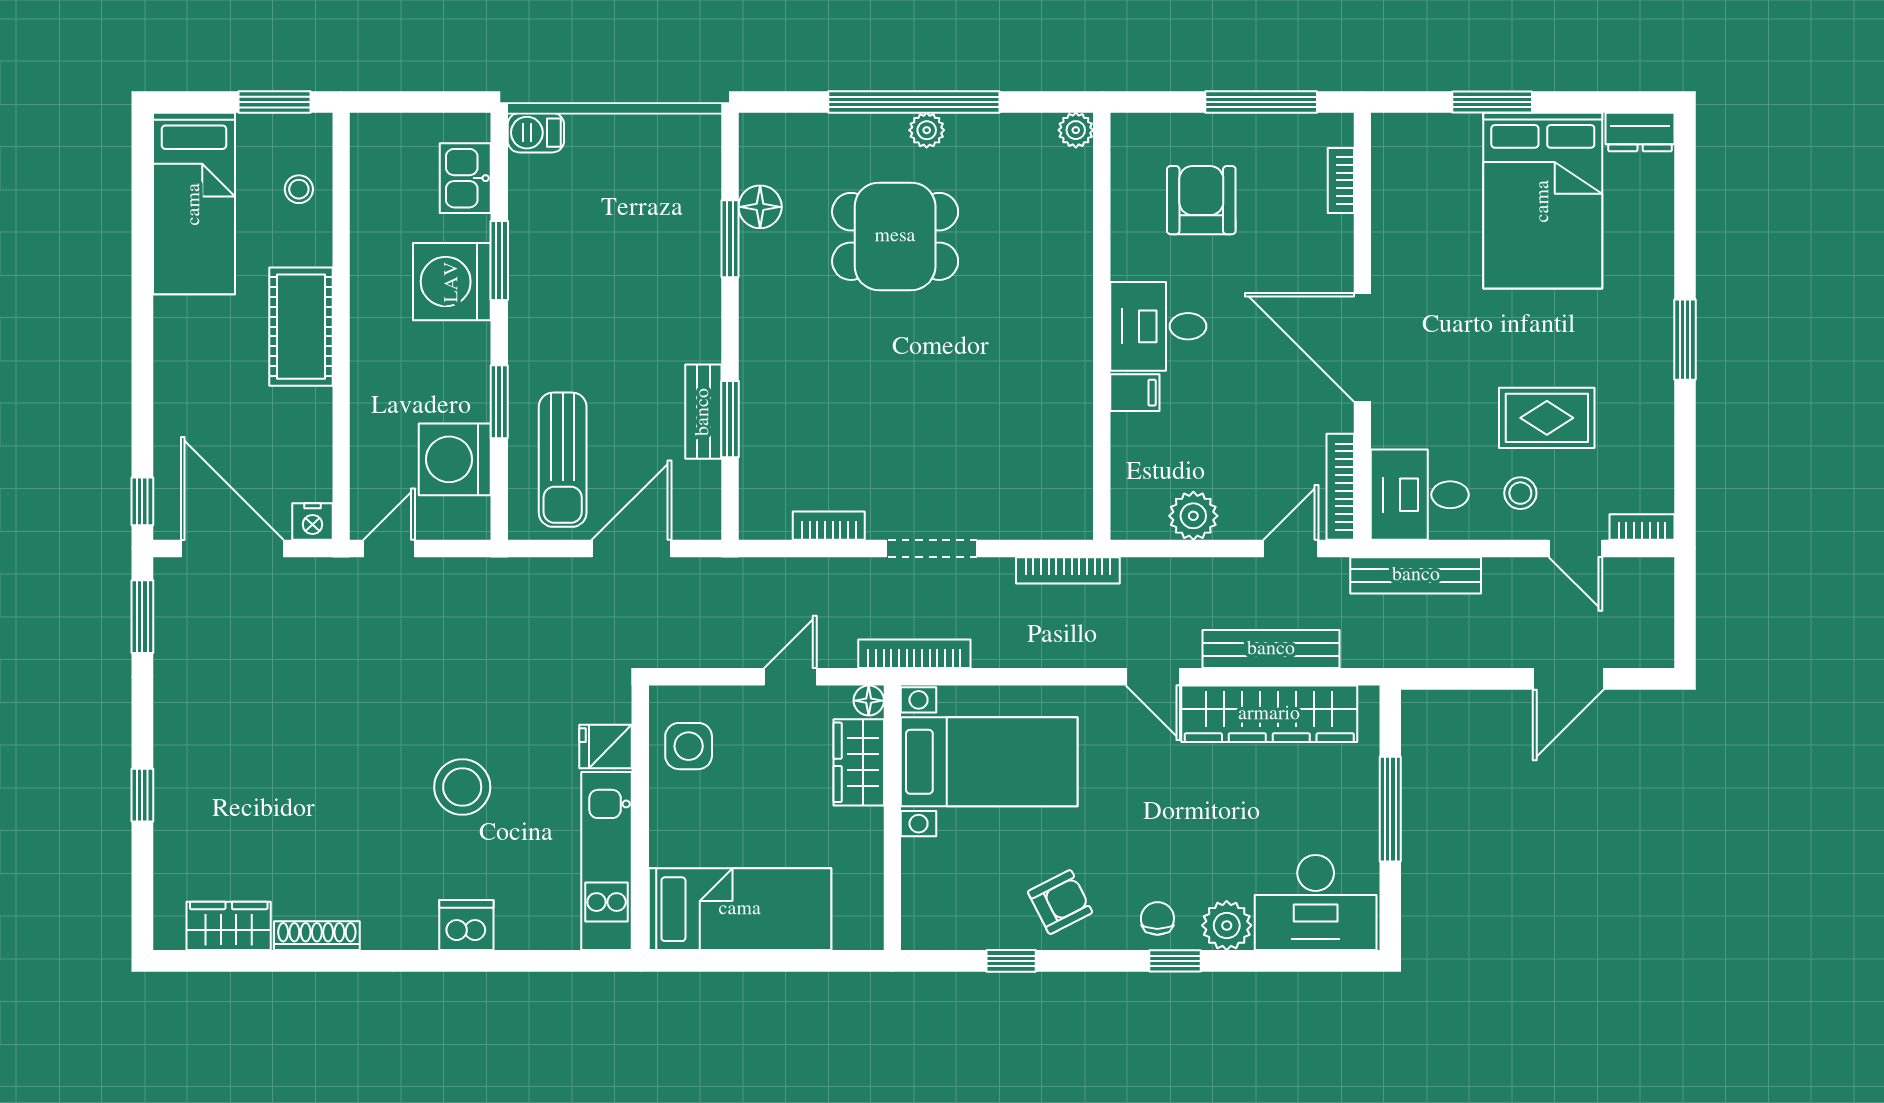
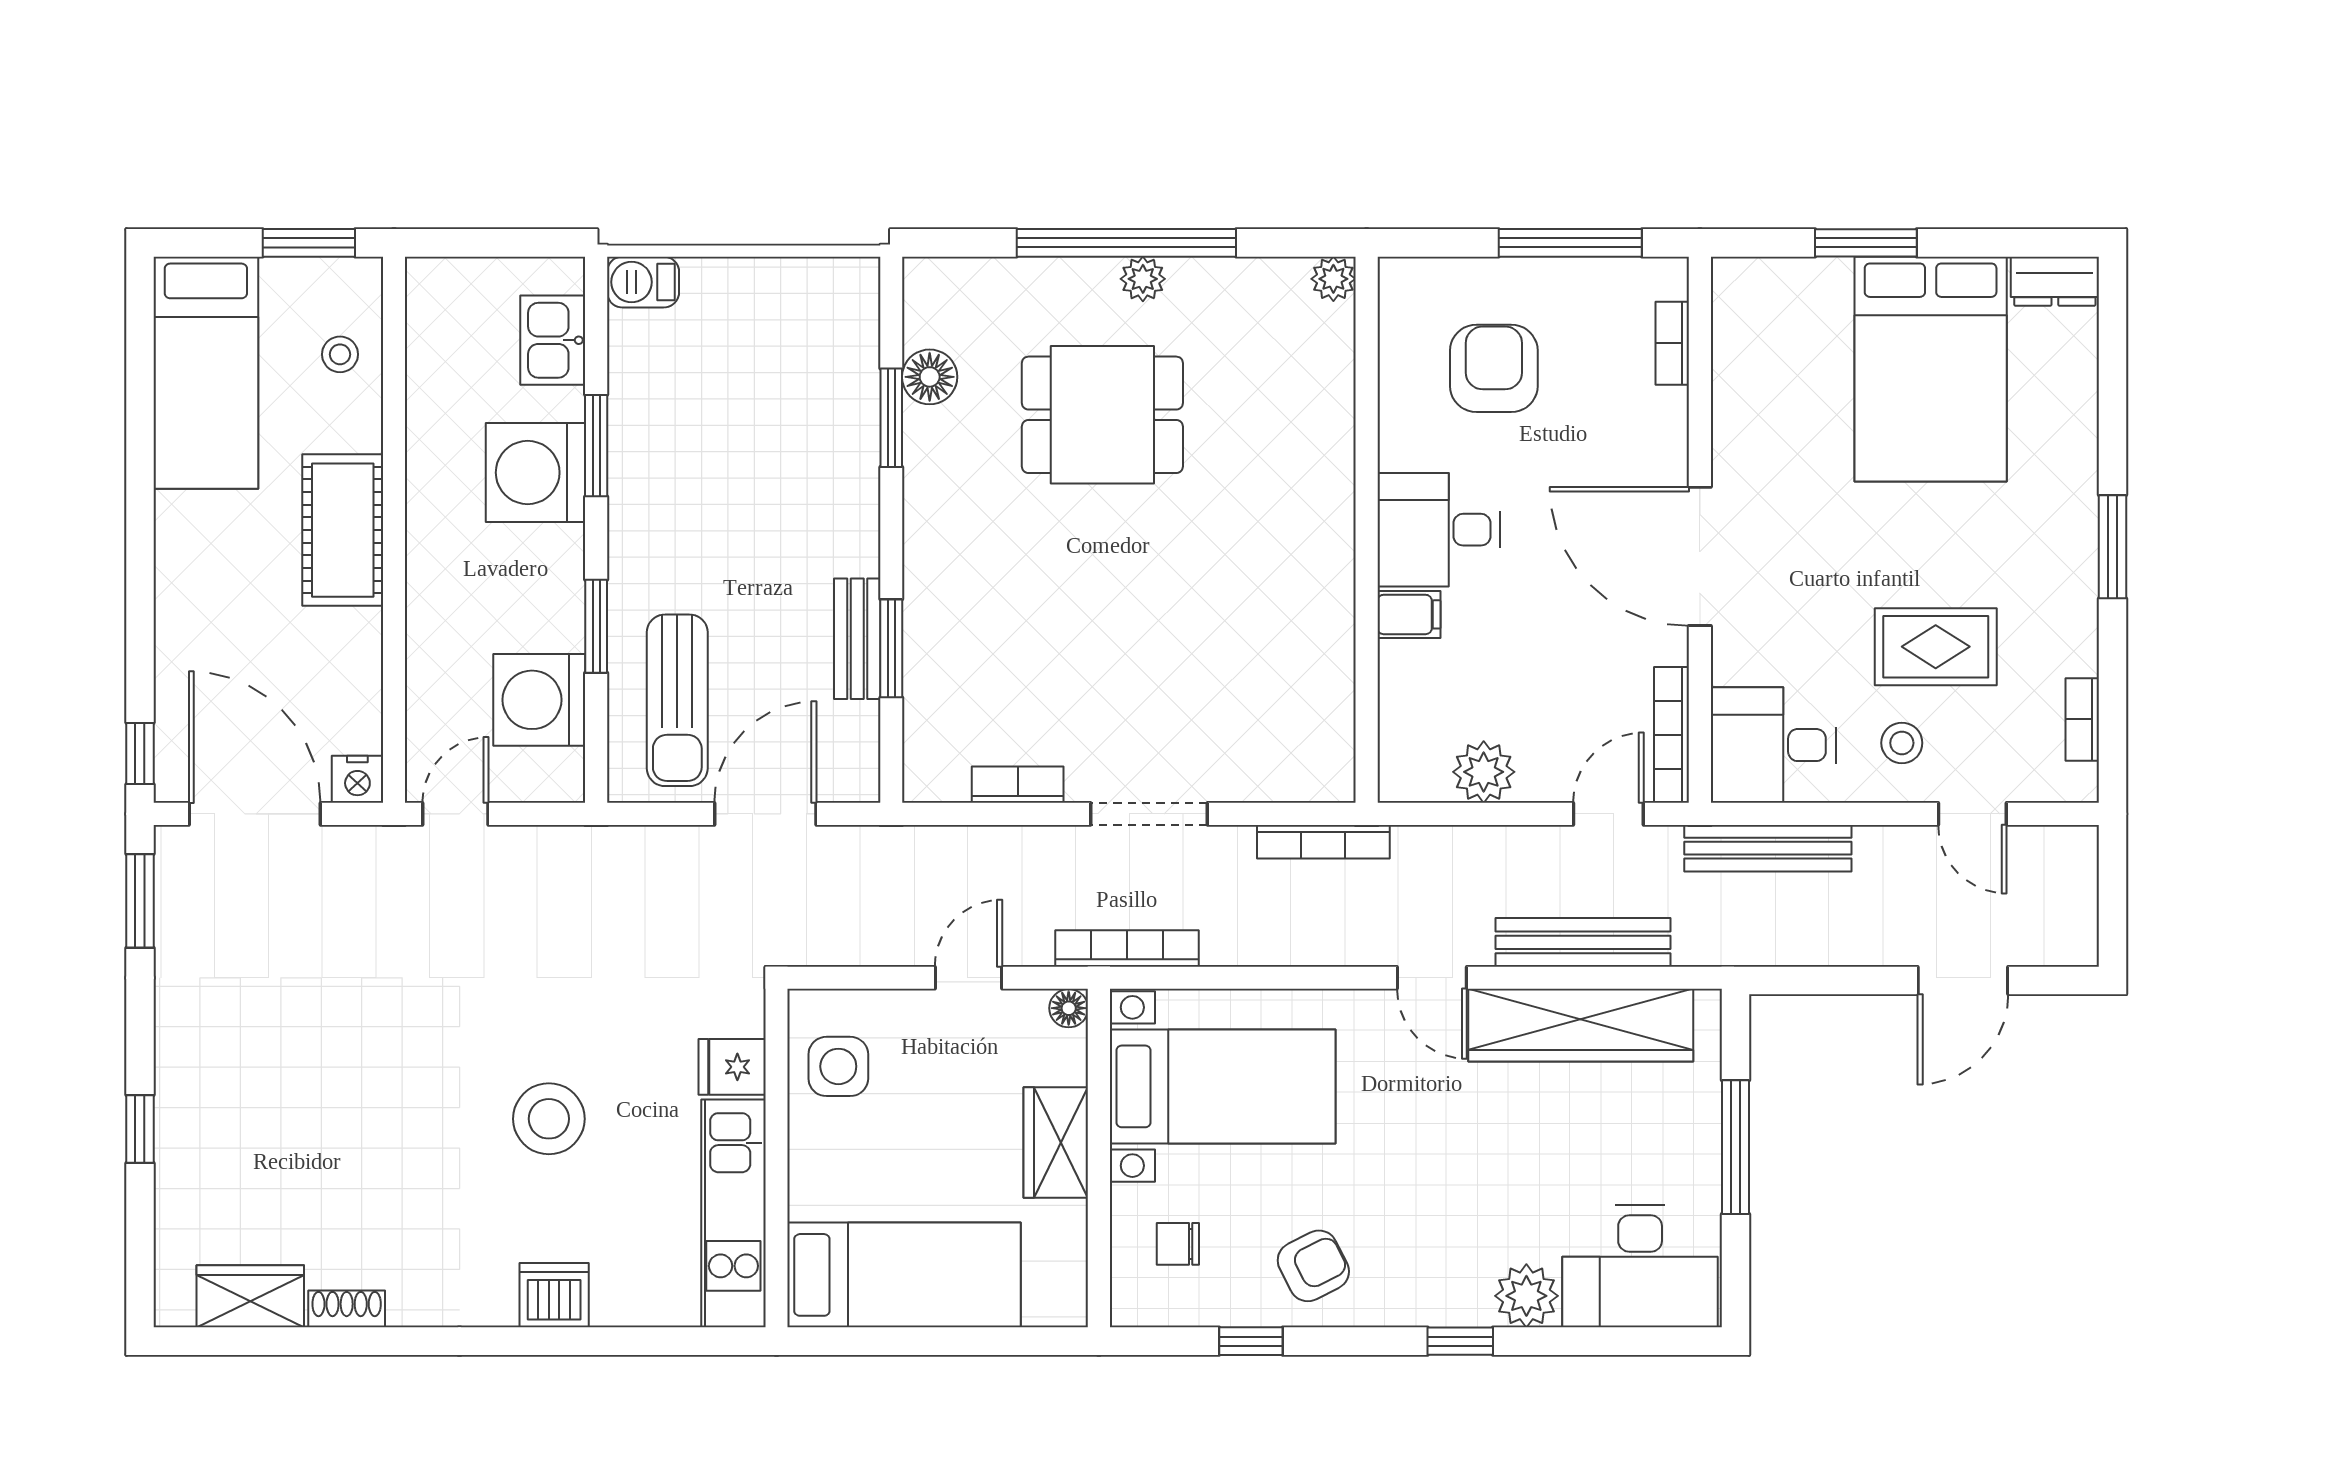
bookcase: (1642, 527) -> (2082, 719), moved, turned -90
wardrobe: (859, 762) -> (1056, 1142), moved
chair: (1157, 918) -> (1178, 1244), moved, turned -90
shoe rack: (317, 936) -> (347, 1309), width x0.70

